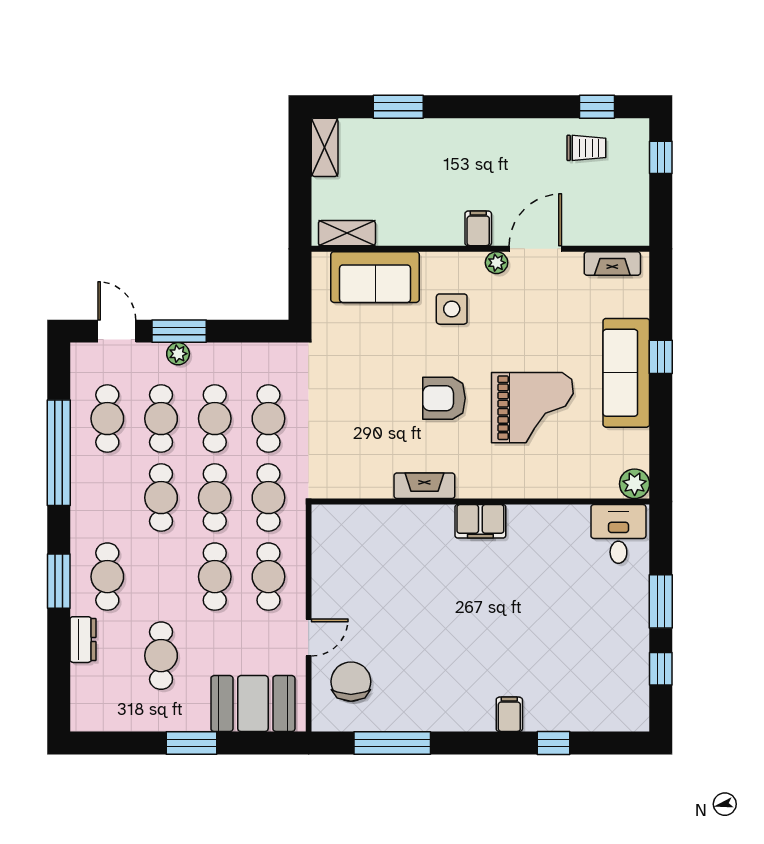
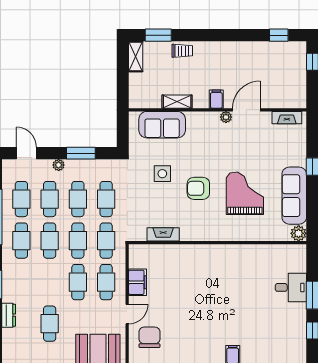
window: (398, 107) -> (158, 35), moved
trolley: (586, 148) -> (182, 51), moved
shelving: (347, 233) -> (177, 102), moved
side table: (452, 309) -> (162, 174), moved
window: (179, 331) -> (81, 153), moved
sofa: (626, 373) -> (294, 196), moved
grand piano: (532, 408) -> (245, 193), turned -90
fireplace: (424, 486) -> (163, 234), moved
filing cabinet: (480, 521) -> (138, 282), moved, turned -90
desk: (618, 534) -> (291, 287), moved, turned 90
cafe table: (107, 577) -> (21, 241), moved

